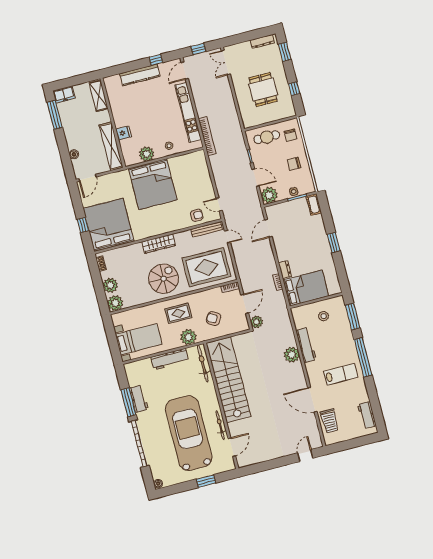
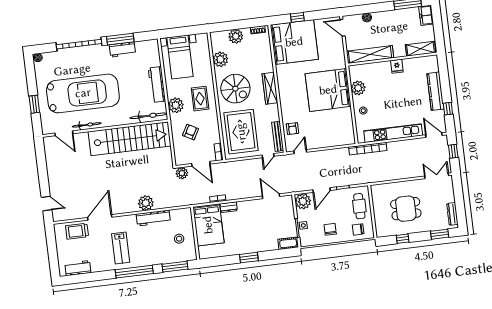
fridge: (124, 133) -> (397, 66), moved
plant: (115, 303) -> (220, 59), moved

